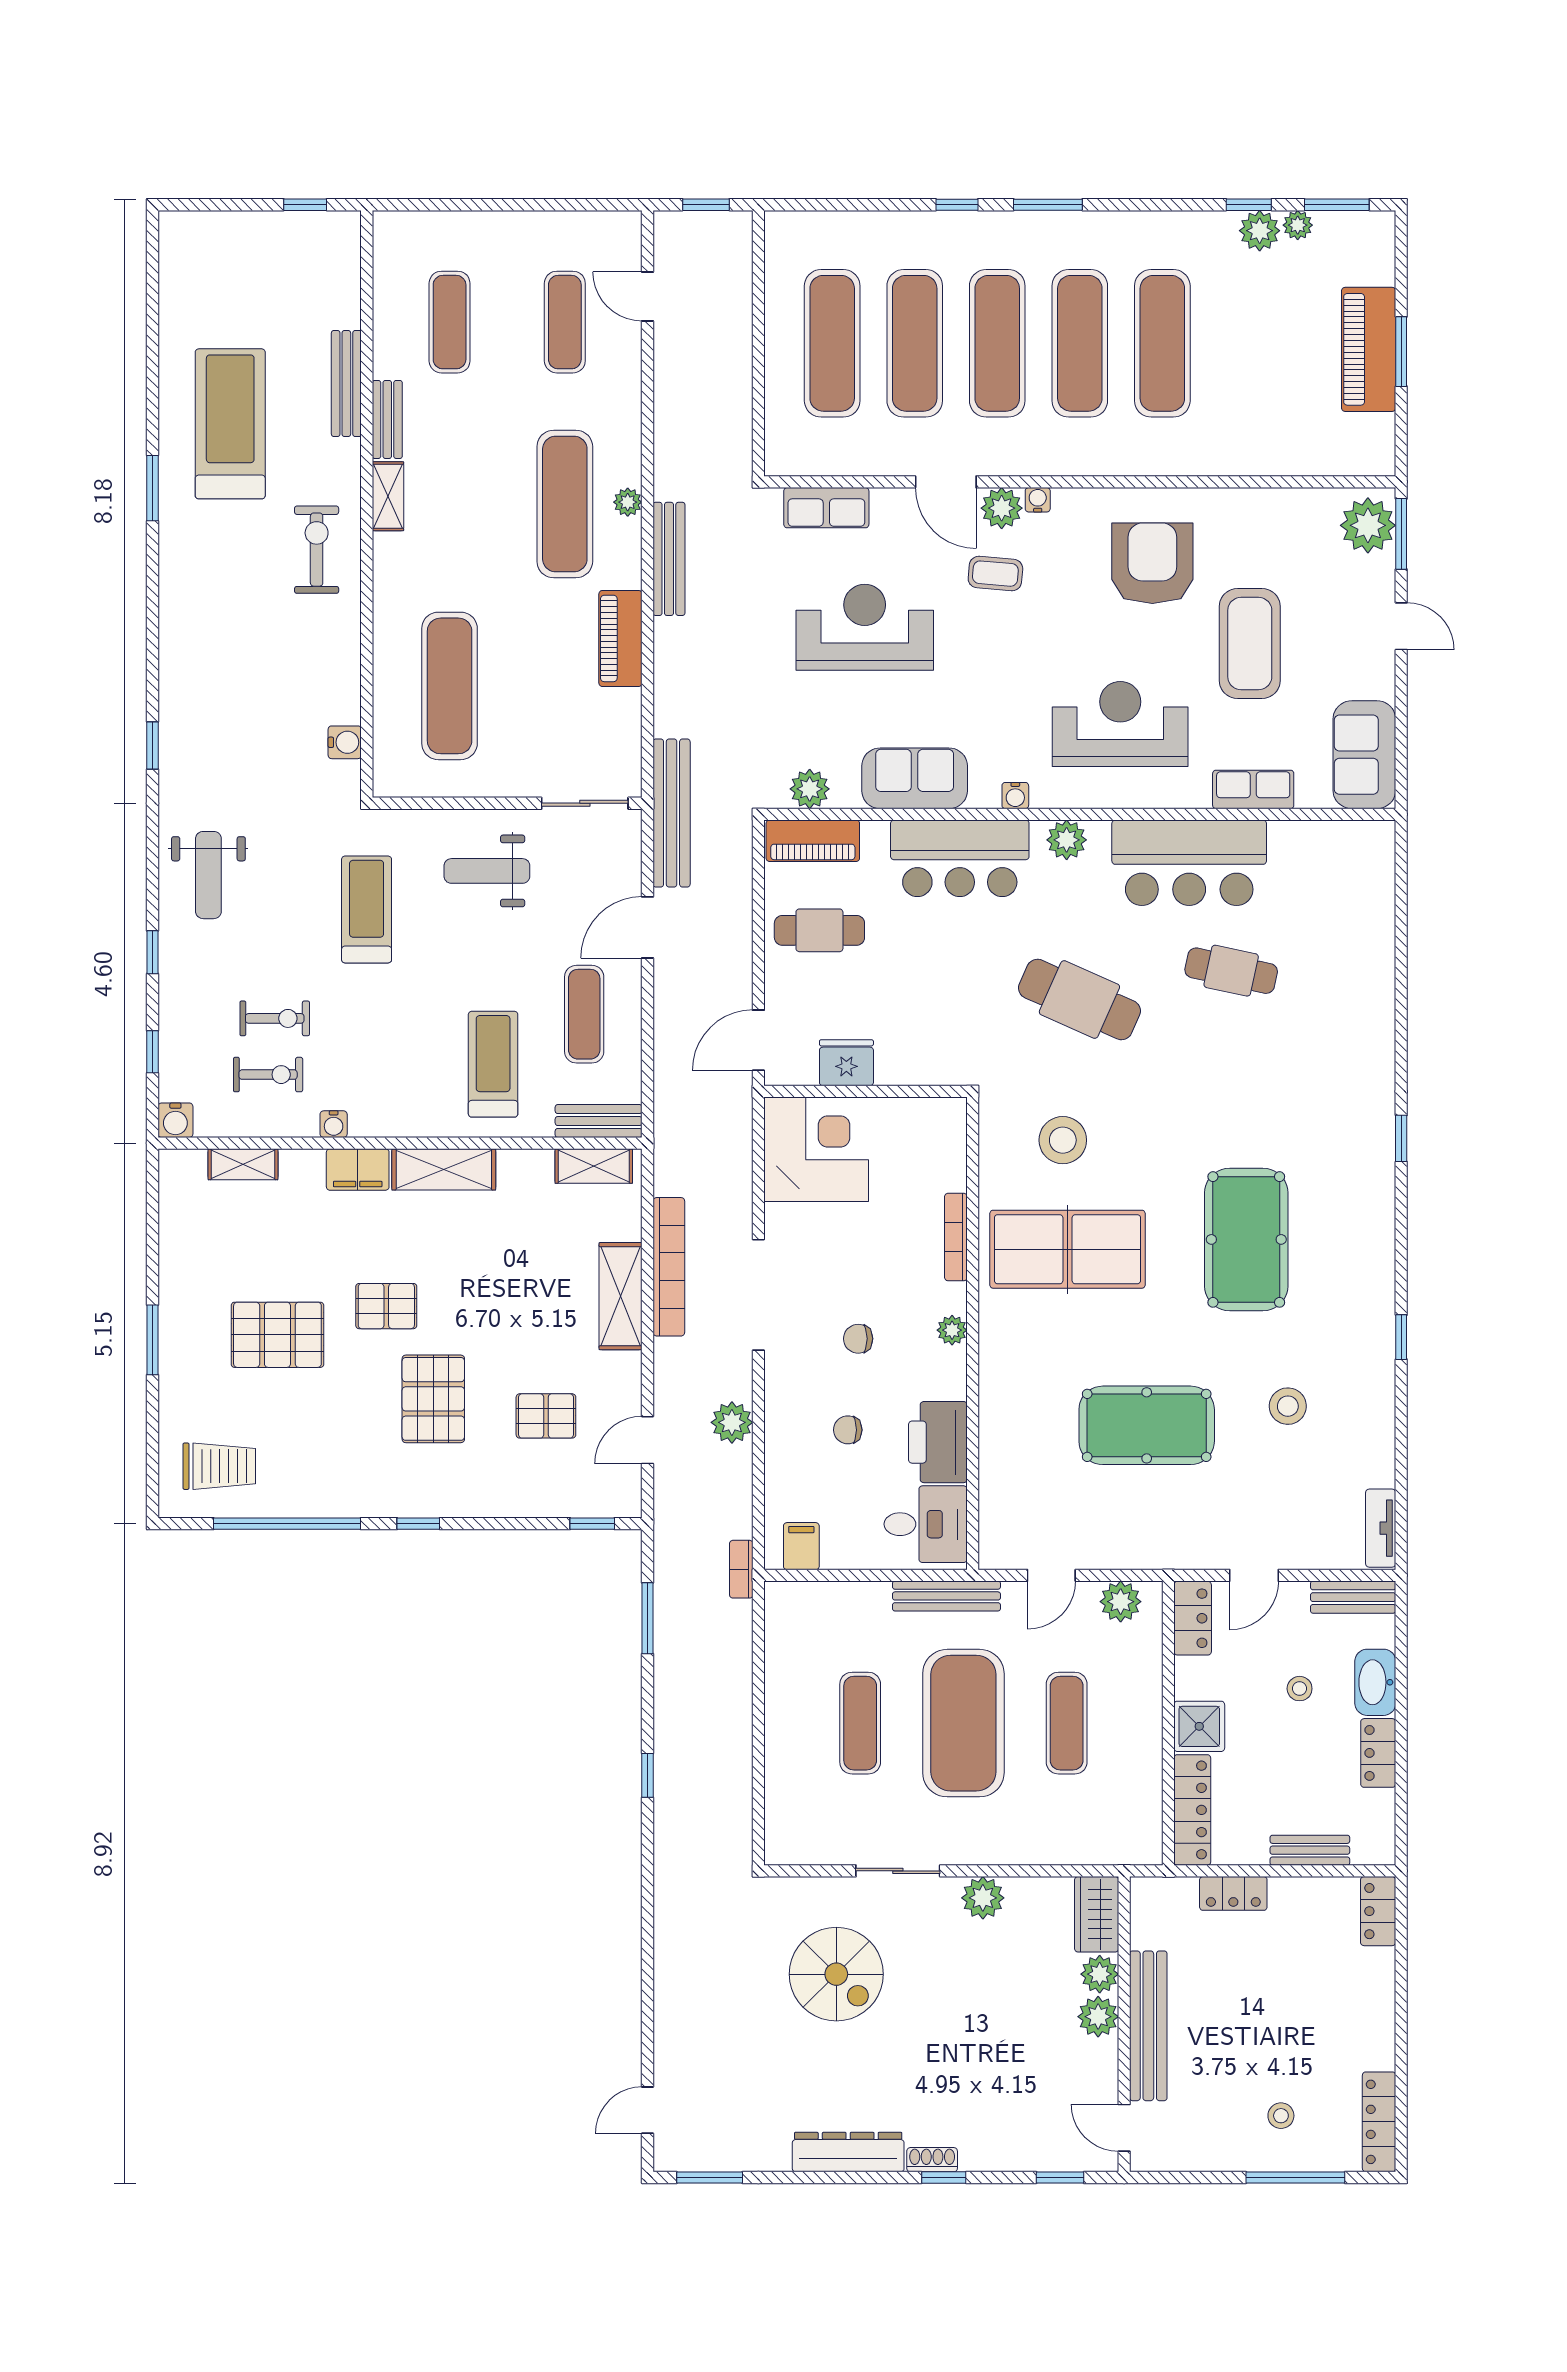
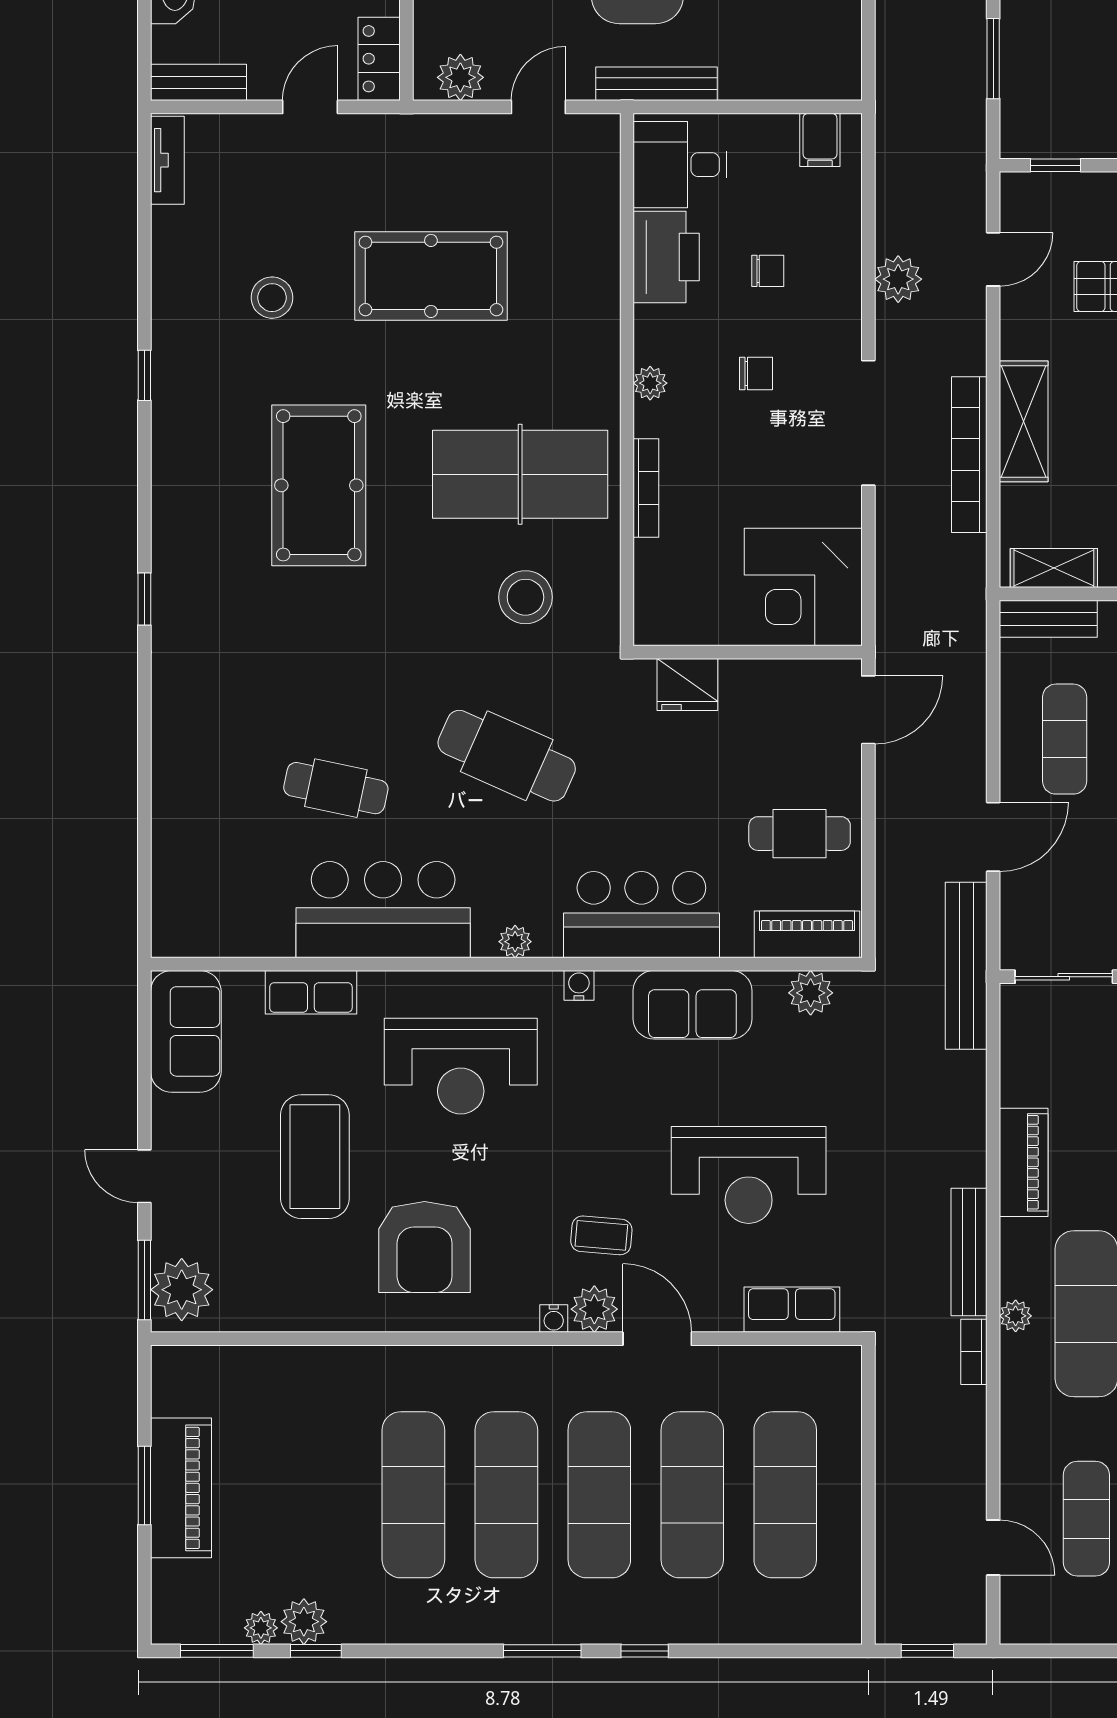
plant: (1067, 840) -> (515, 942), width x0.73, depth x0.73
fridge: (846, 1063) -> (687, 684), moved
bookcase: (741, 1569) -> (974, 1352), moved, turned 180

